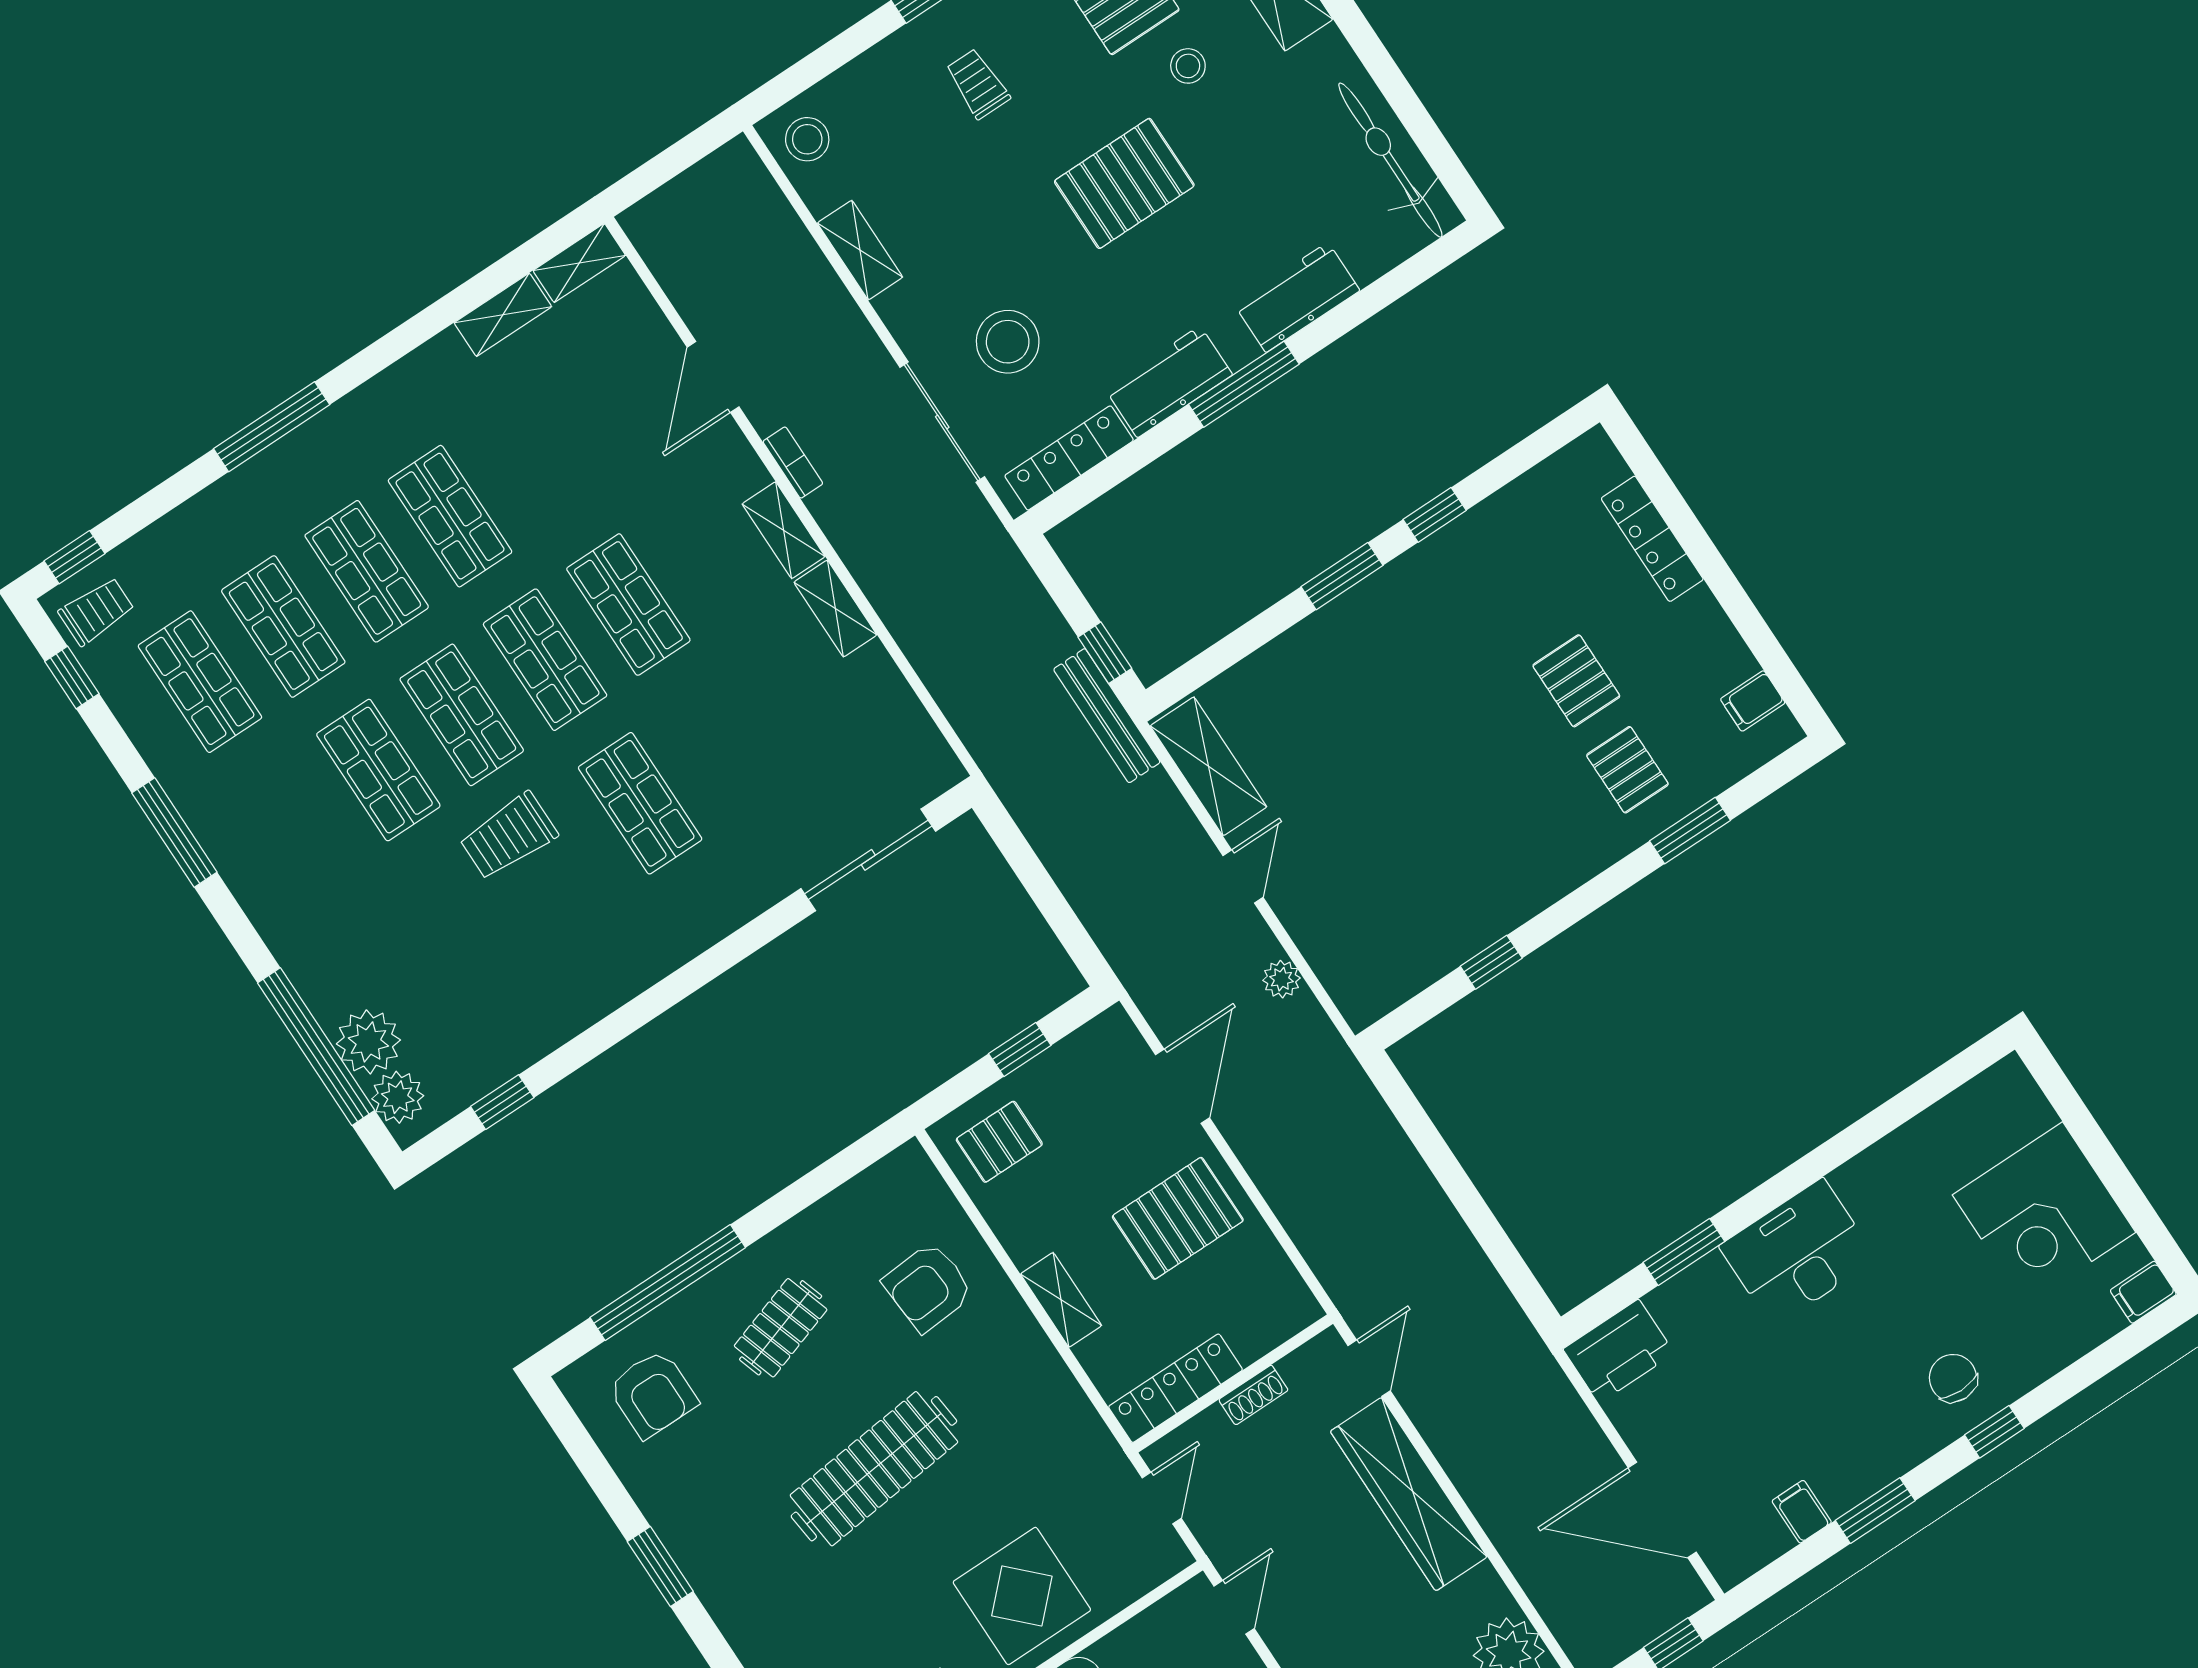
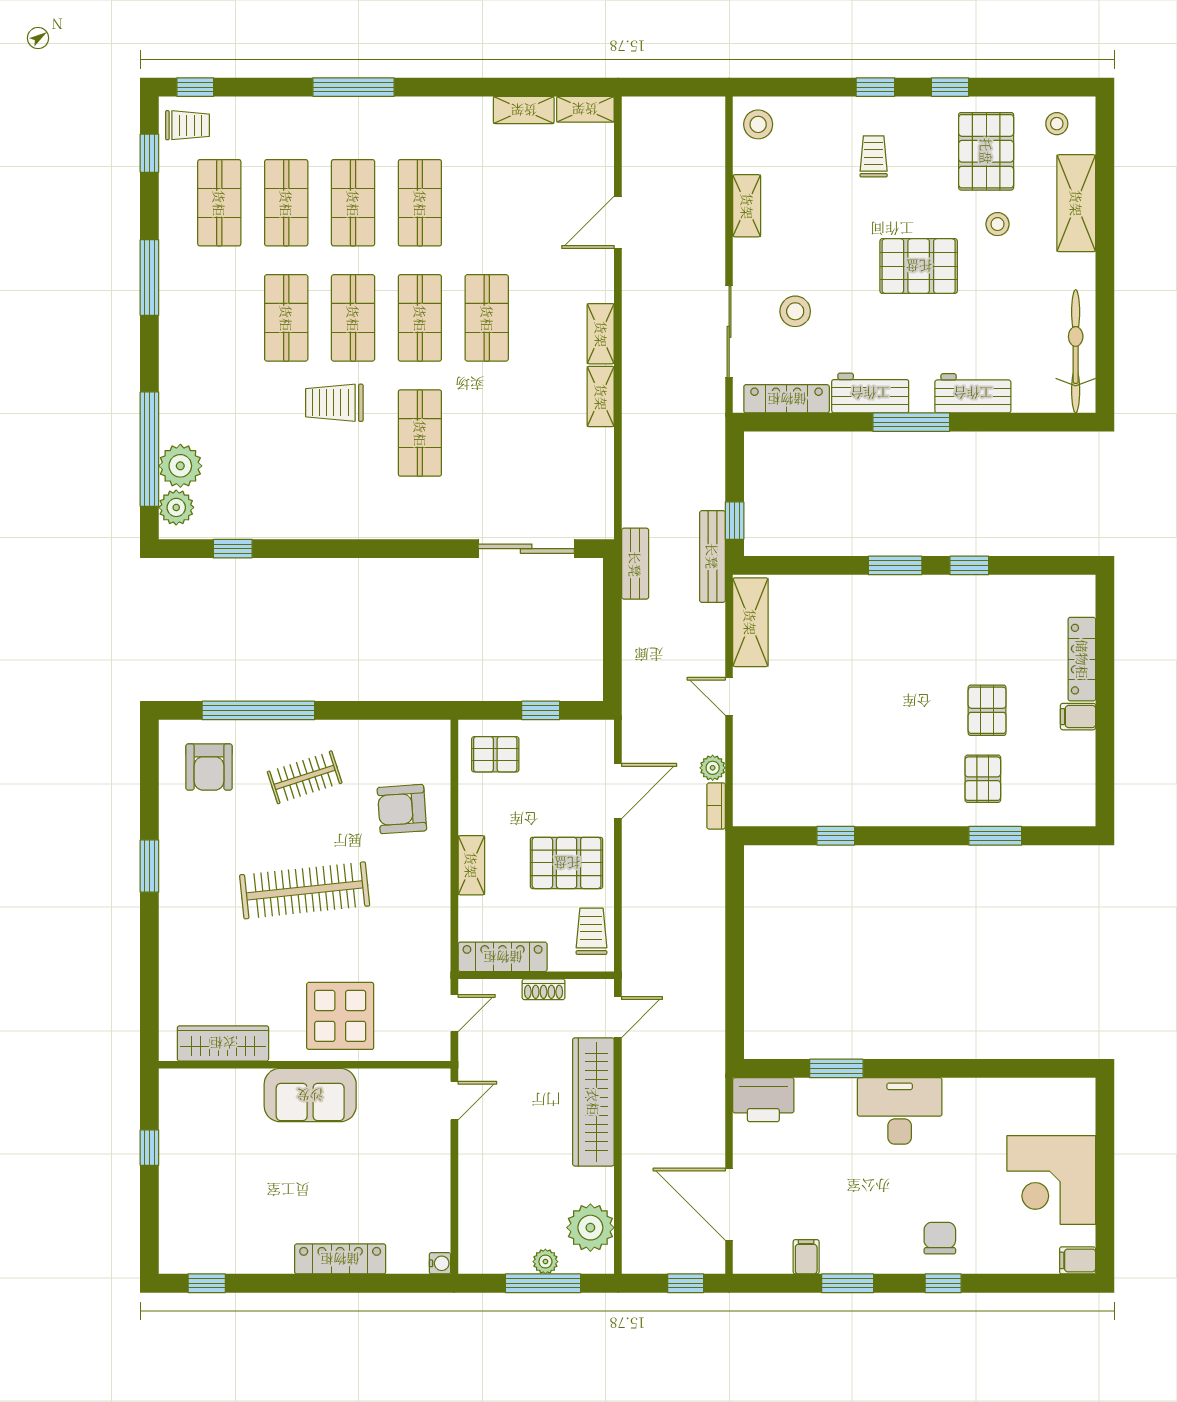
stool: (1008, 342) -> (795, 311), width x0.73, depth x0.73
bookcase: (793, 463) -> (716, 806), moved, turned 180
filing cabinet: (1753, 701) -> (1078, 717), moved
bench: (1016, 788) -> (635, 564), added
door: (1243, 876) -> (729, 696), swing flipped
trolley: (1265, 1283) -> (591, 931), added

